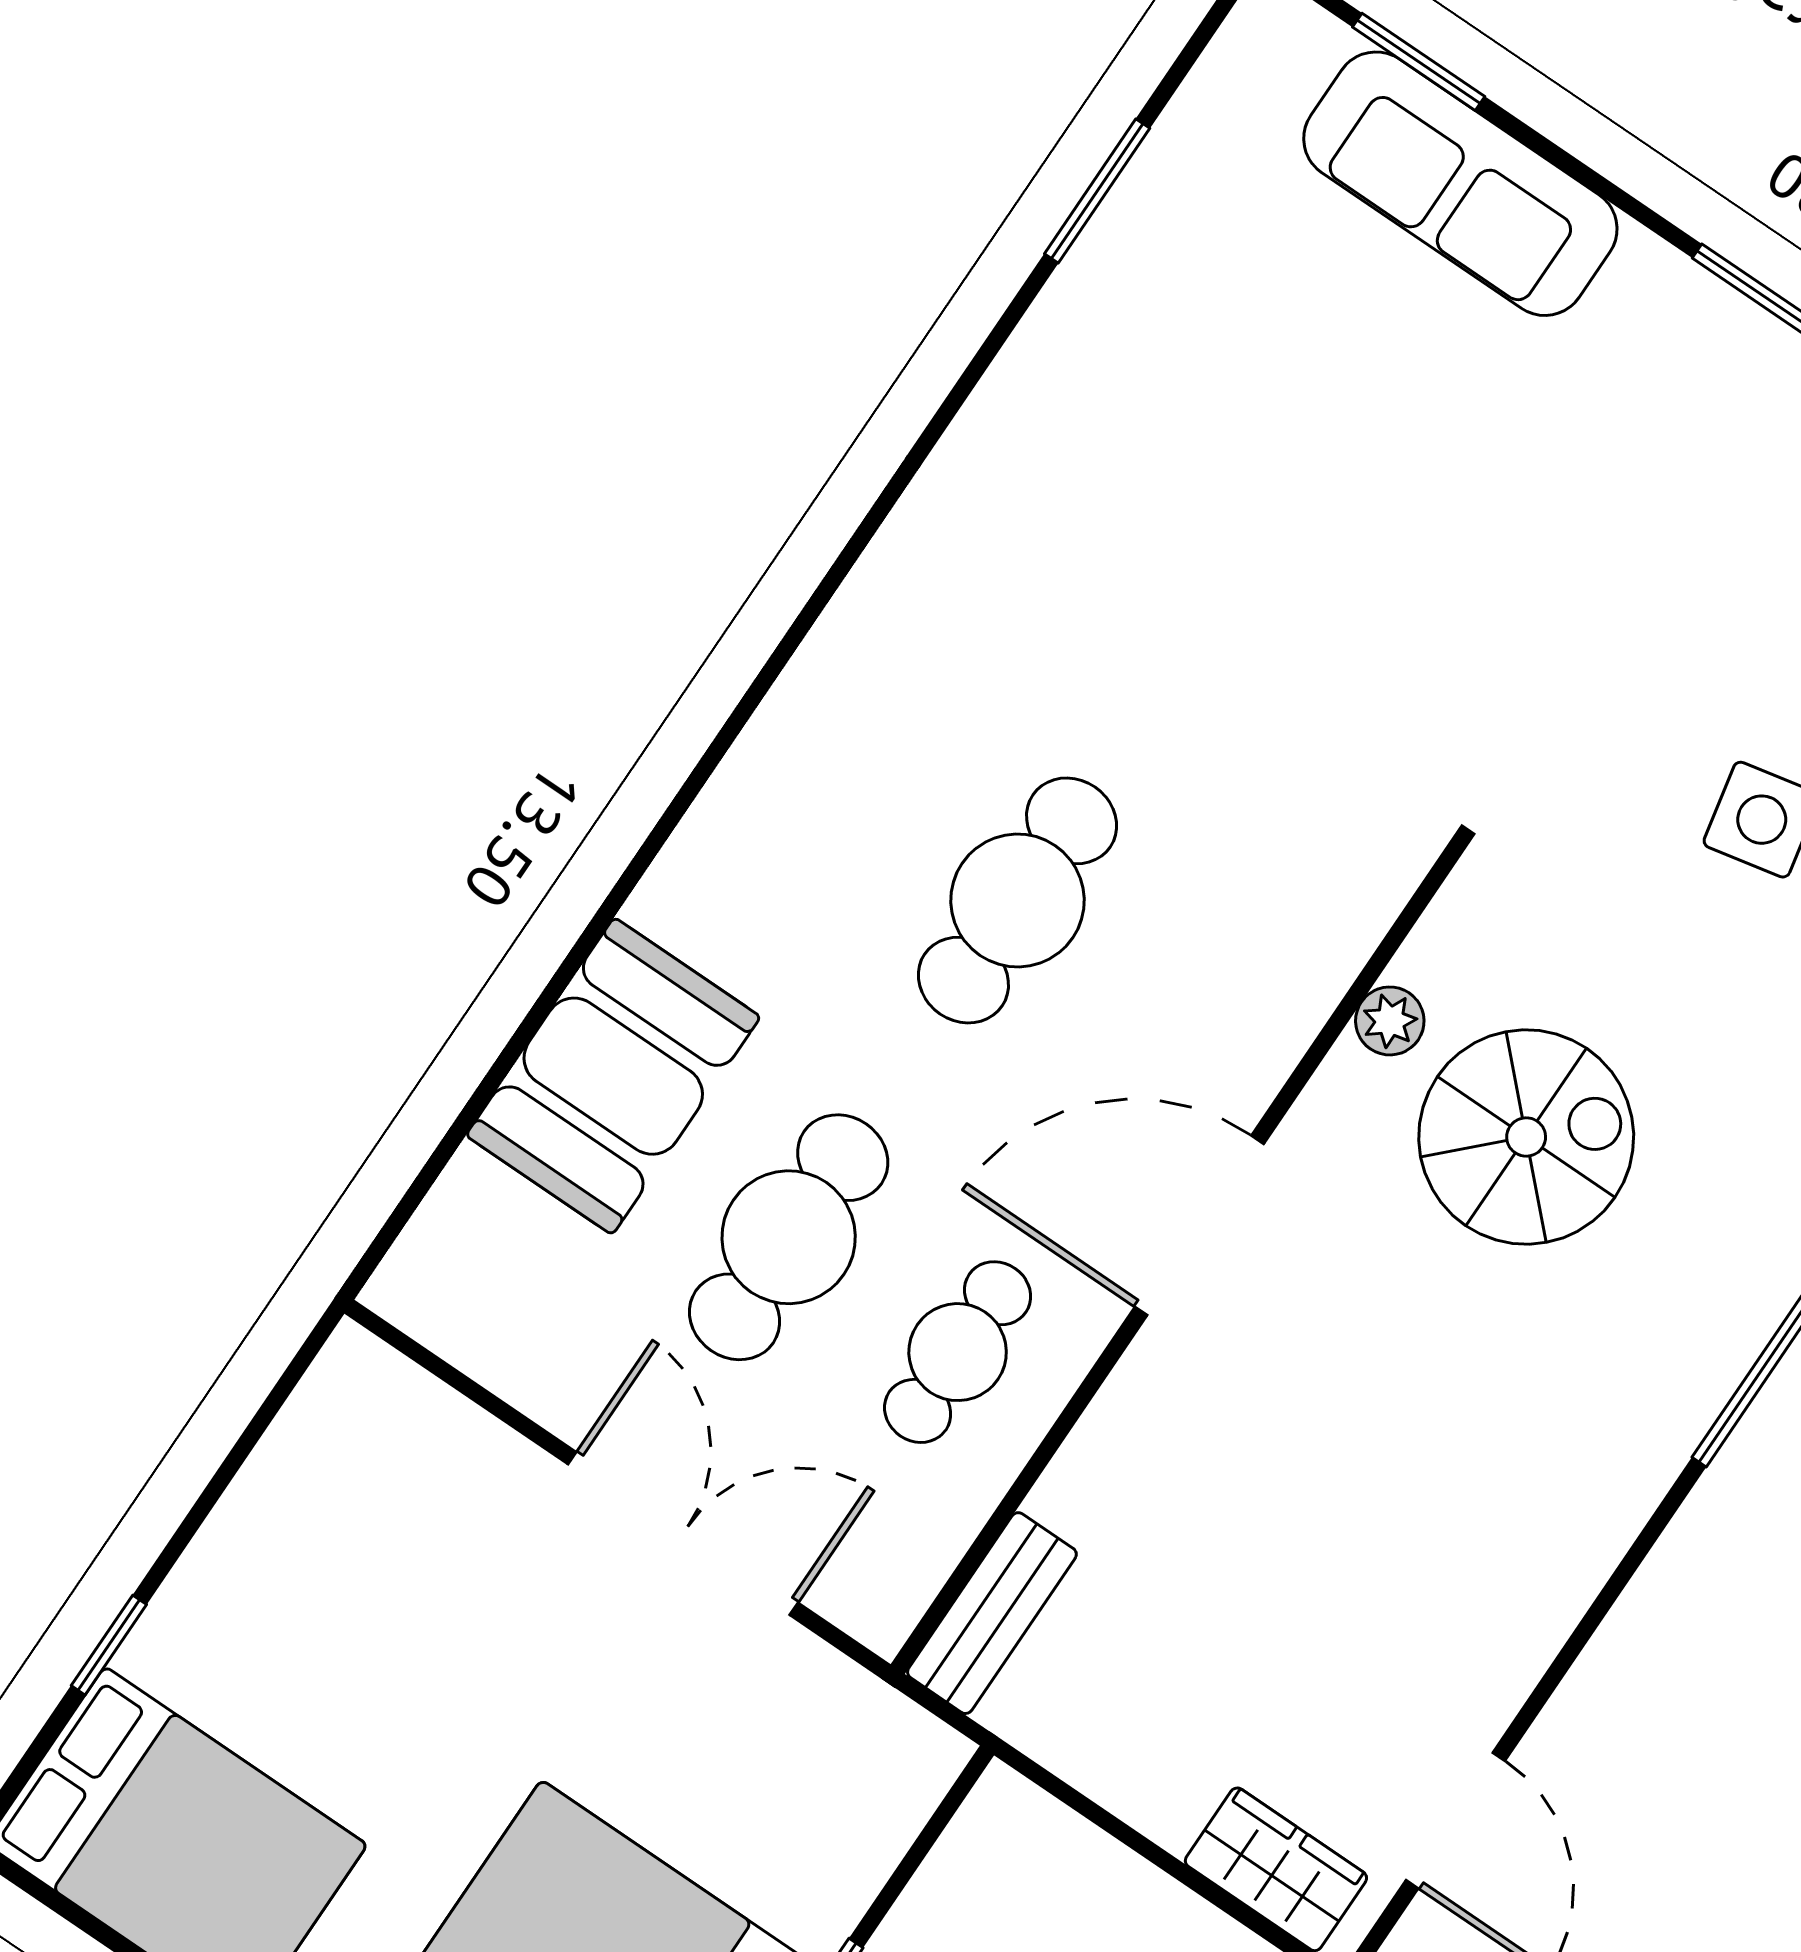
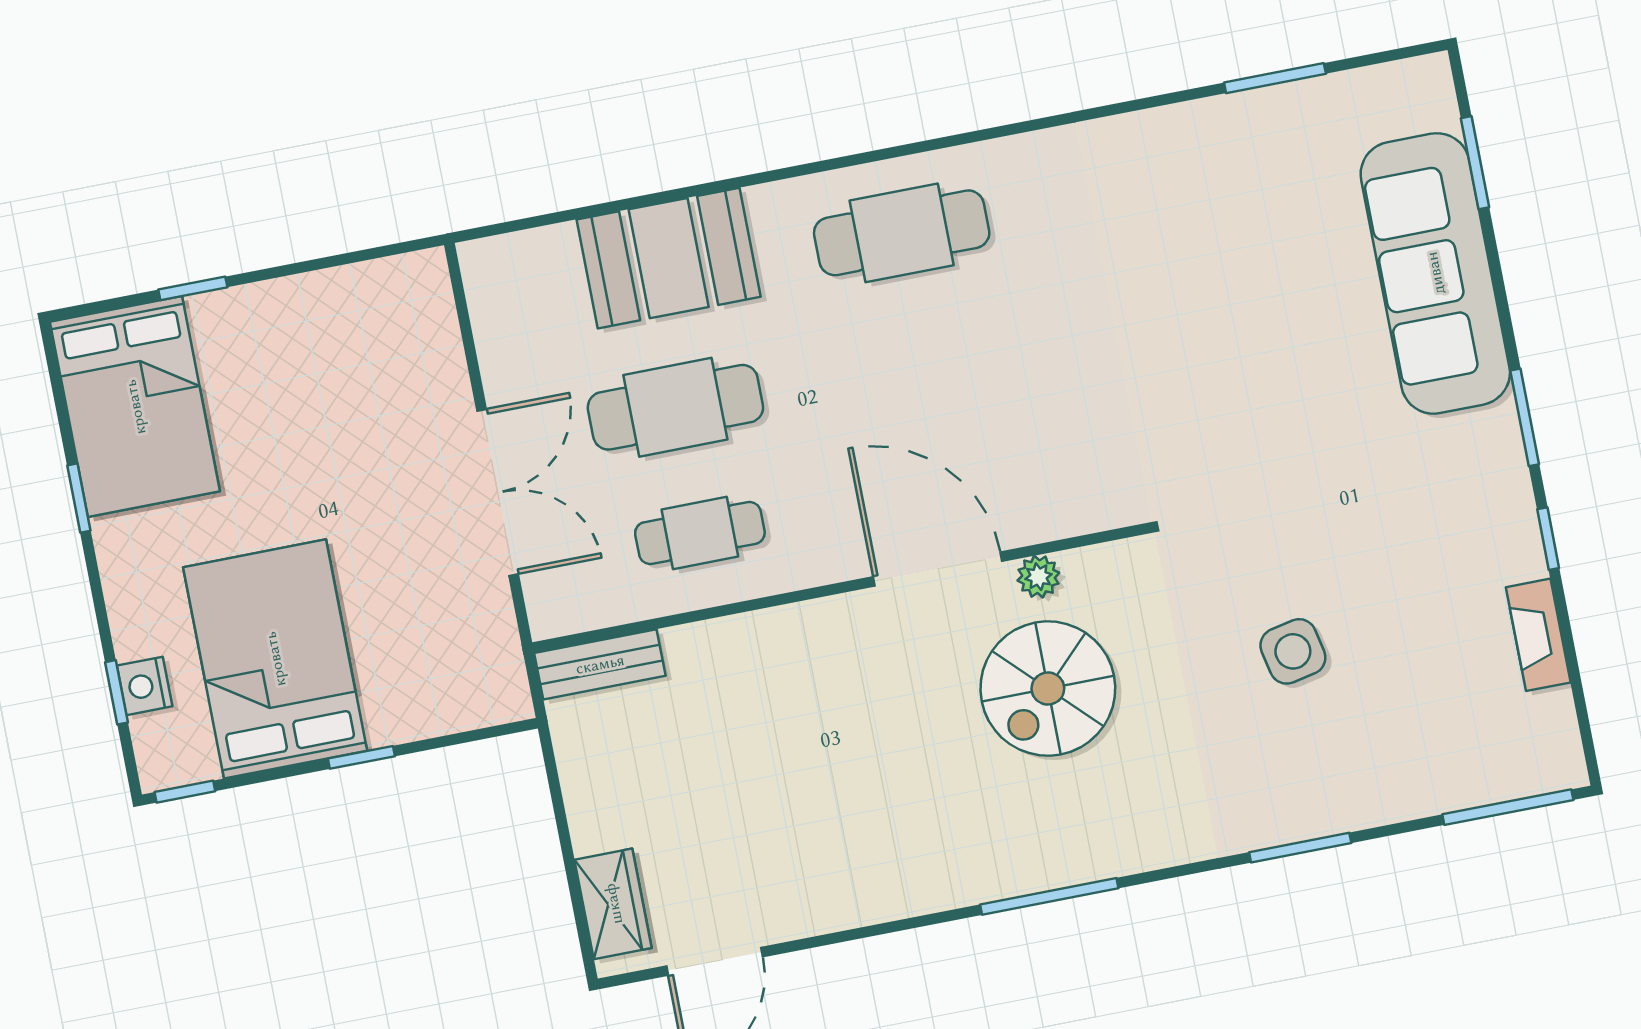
sofa: (1460, 184) -> (1435, 273), width x1.36, depth x1.27
cafe table: (1018, 900) -> (902, 233), moved
spiral stairs: (1526, 1137) -> (1048, 689), turned 90
door: (1199, 1225) -> (938, 569), moved

